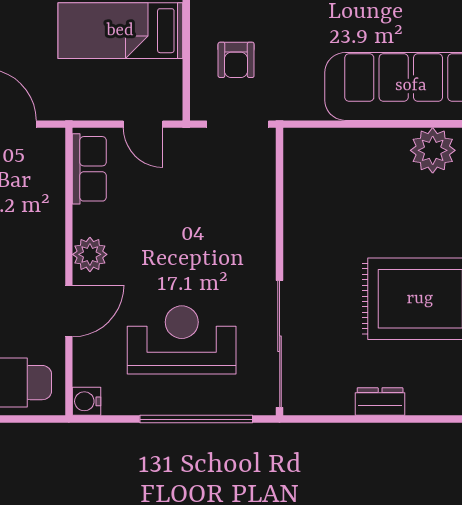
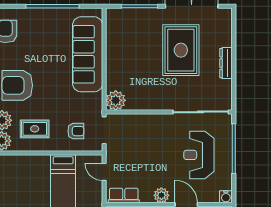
door: (143, 124) -> (104, 172), swing flipped
plant: (433, 150) -> (116, 100), moved
dresser: (380, 401) -> (226, 63), width x1.44

